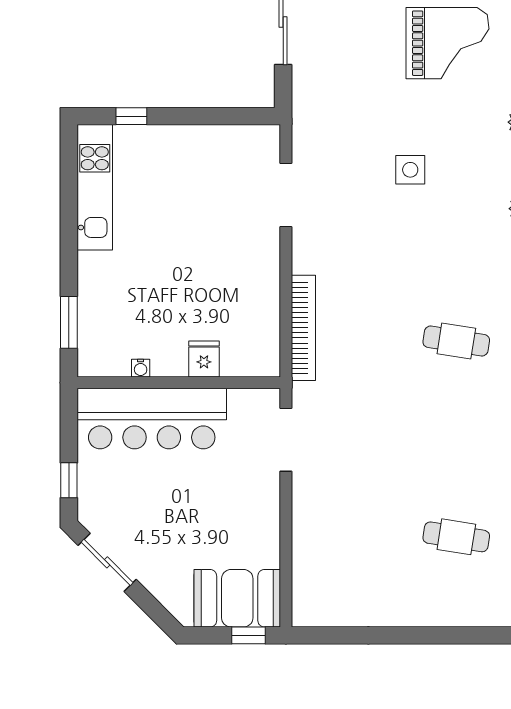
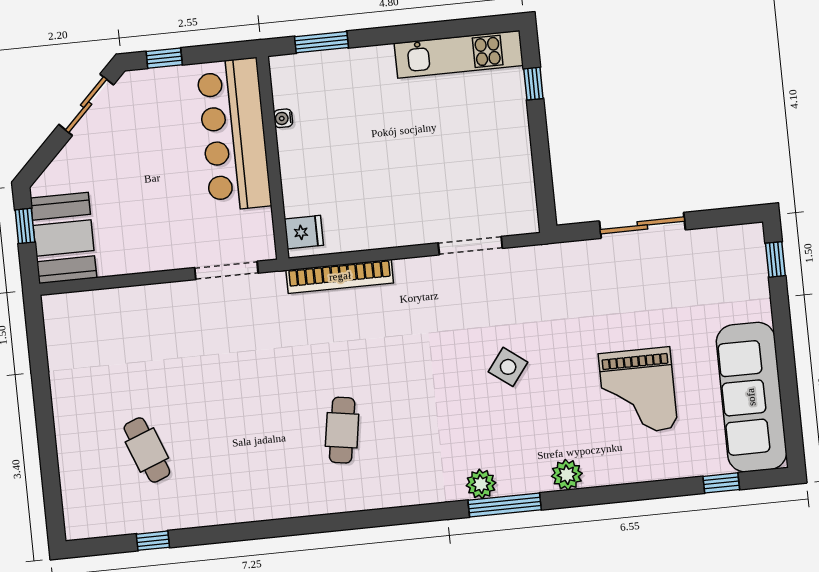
side table: (410, 170) -> (508, 367), turned 37
fridge: (204, 359) -> (304, 232), moved
cafe table: (456, 537) -> (147, 450), turned -30
window: (249, 635) -> (25, 226), moved

